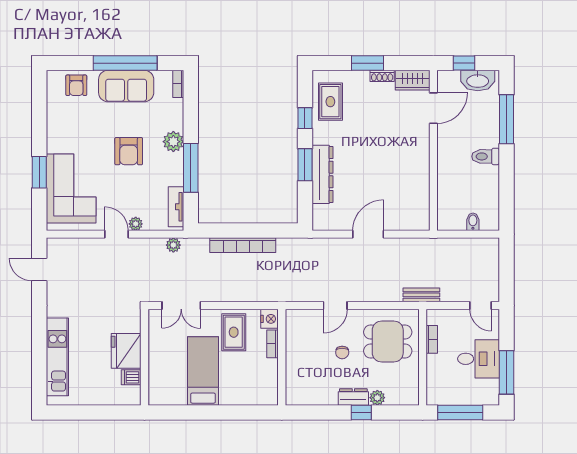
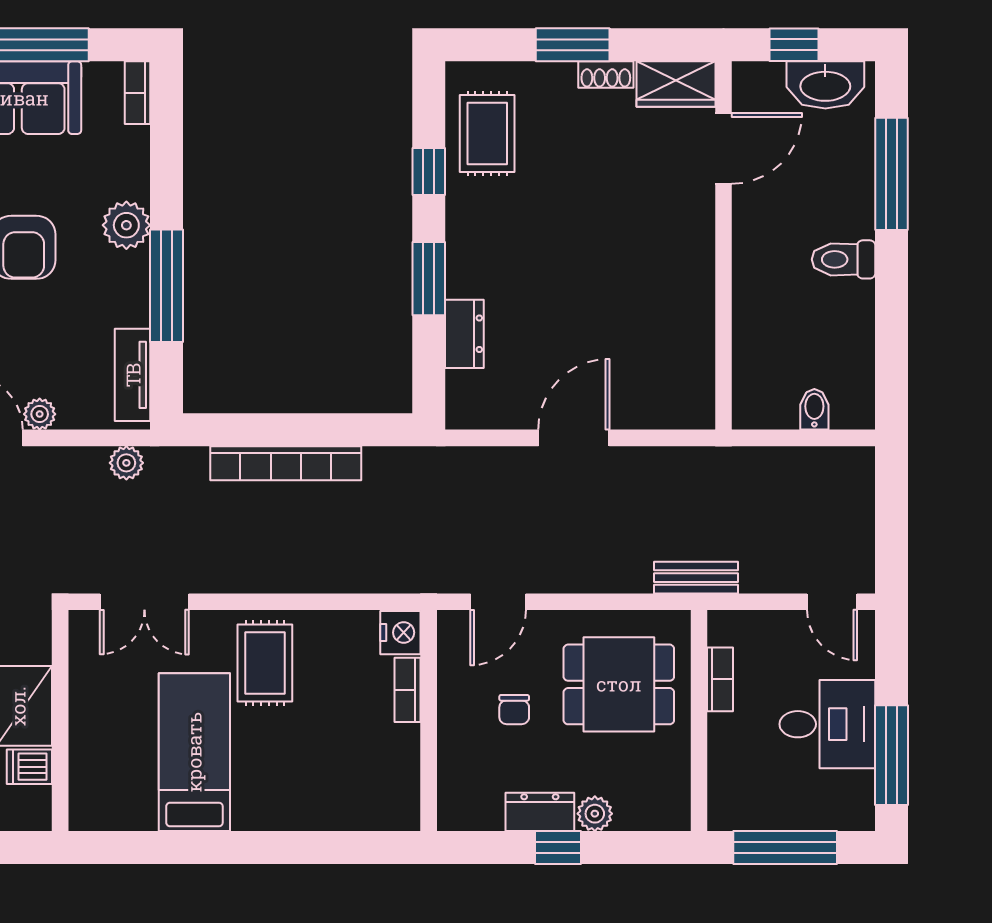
dresser: (323, 174) -> (464, 334), width x0.51, depth x0.80
nightstand: (269, 319) -> (400, 633), moved
bookcase: (273, 344) -> (408, 690), moved
wall: (282, 357) -> (429, 721), moved

